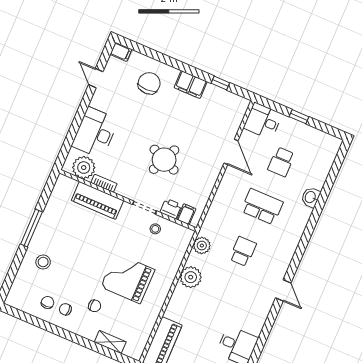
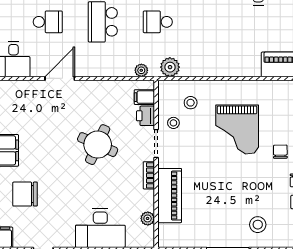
plant: (84, 168) -> (148, 218), width x0.53, depth x0.53
bookcase: (104, 183) -> (149, 175), moved
stool: (166, 250) -> (191, 103), added
plant: (191, 277) -> (141, 70), moved, width x0.53, depth x0.53

